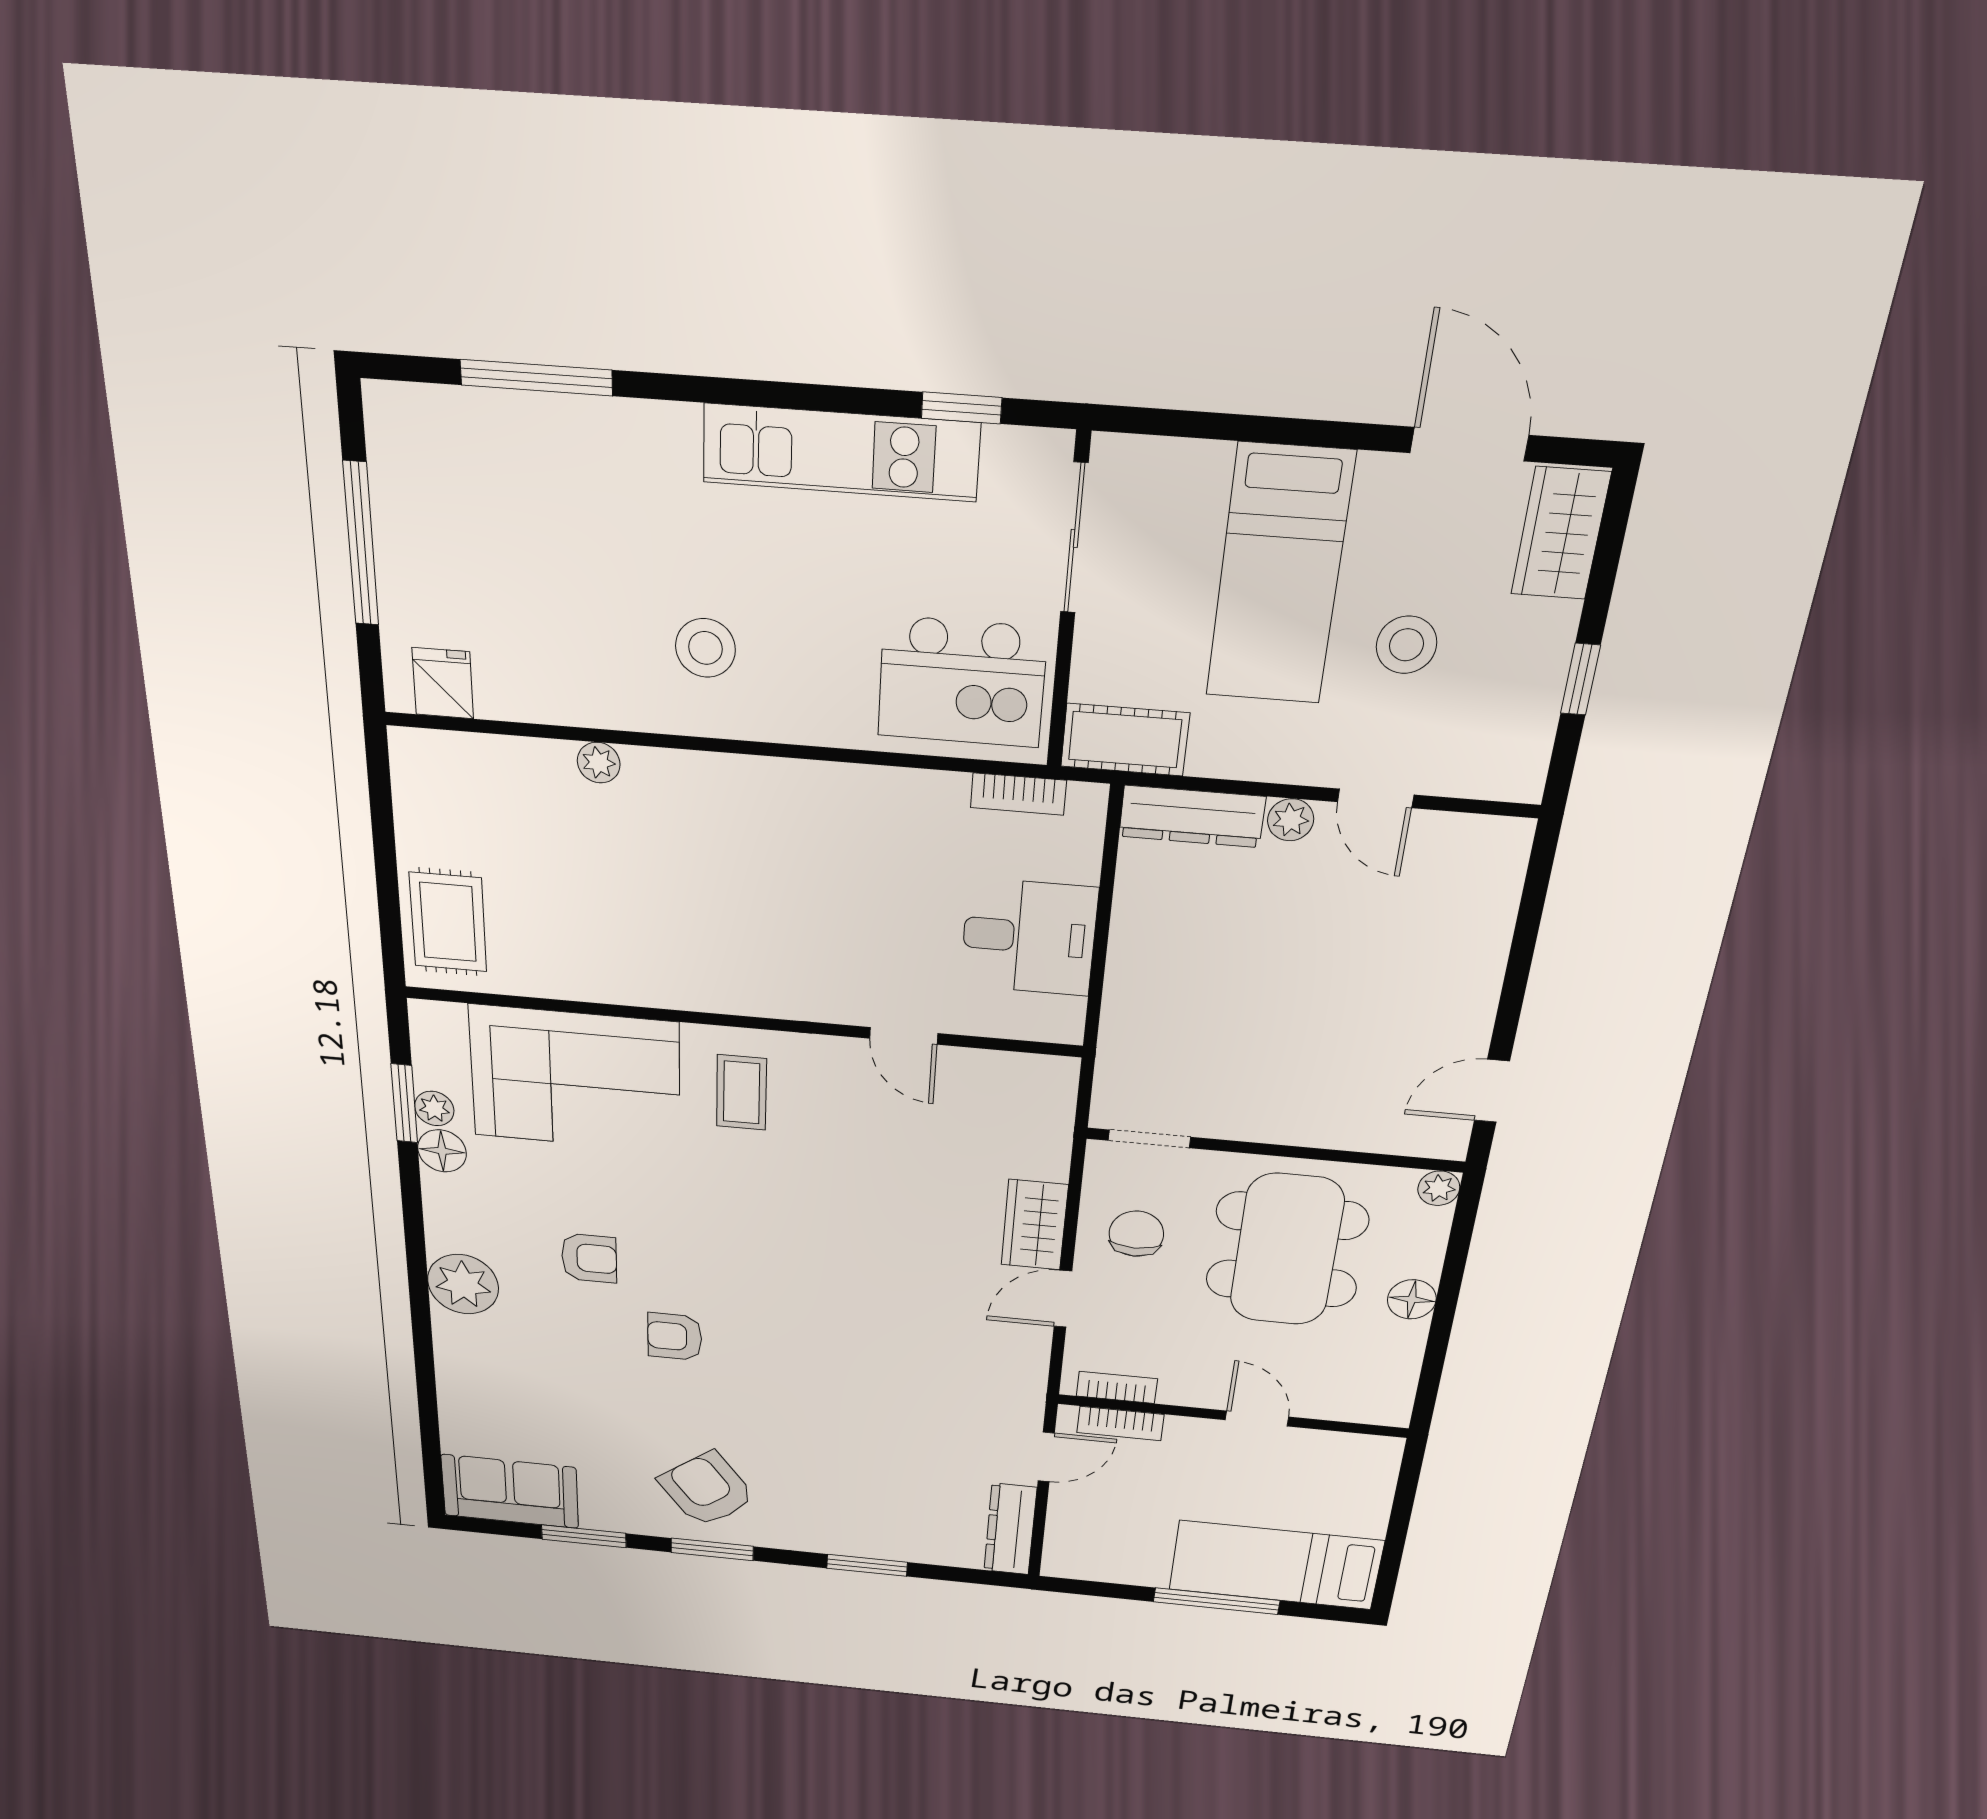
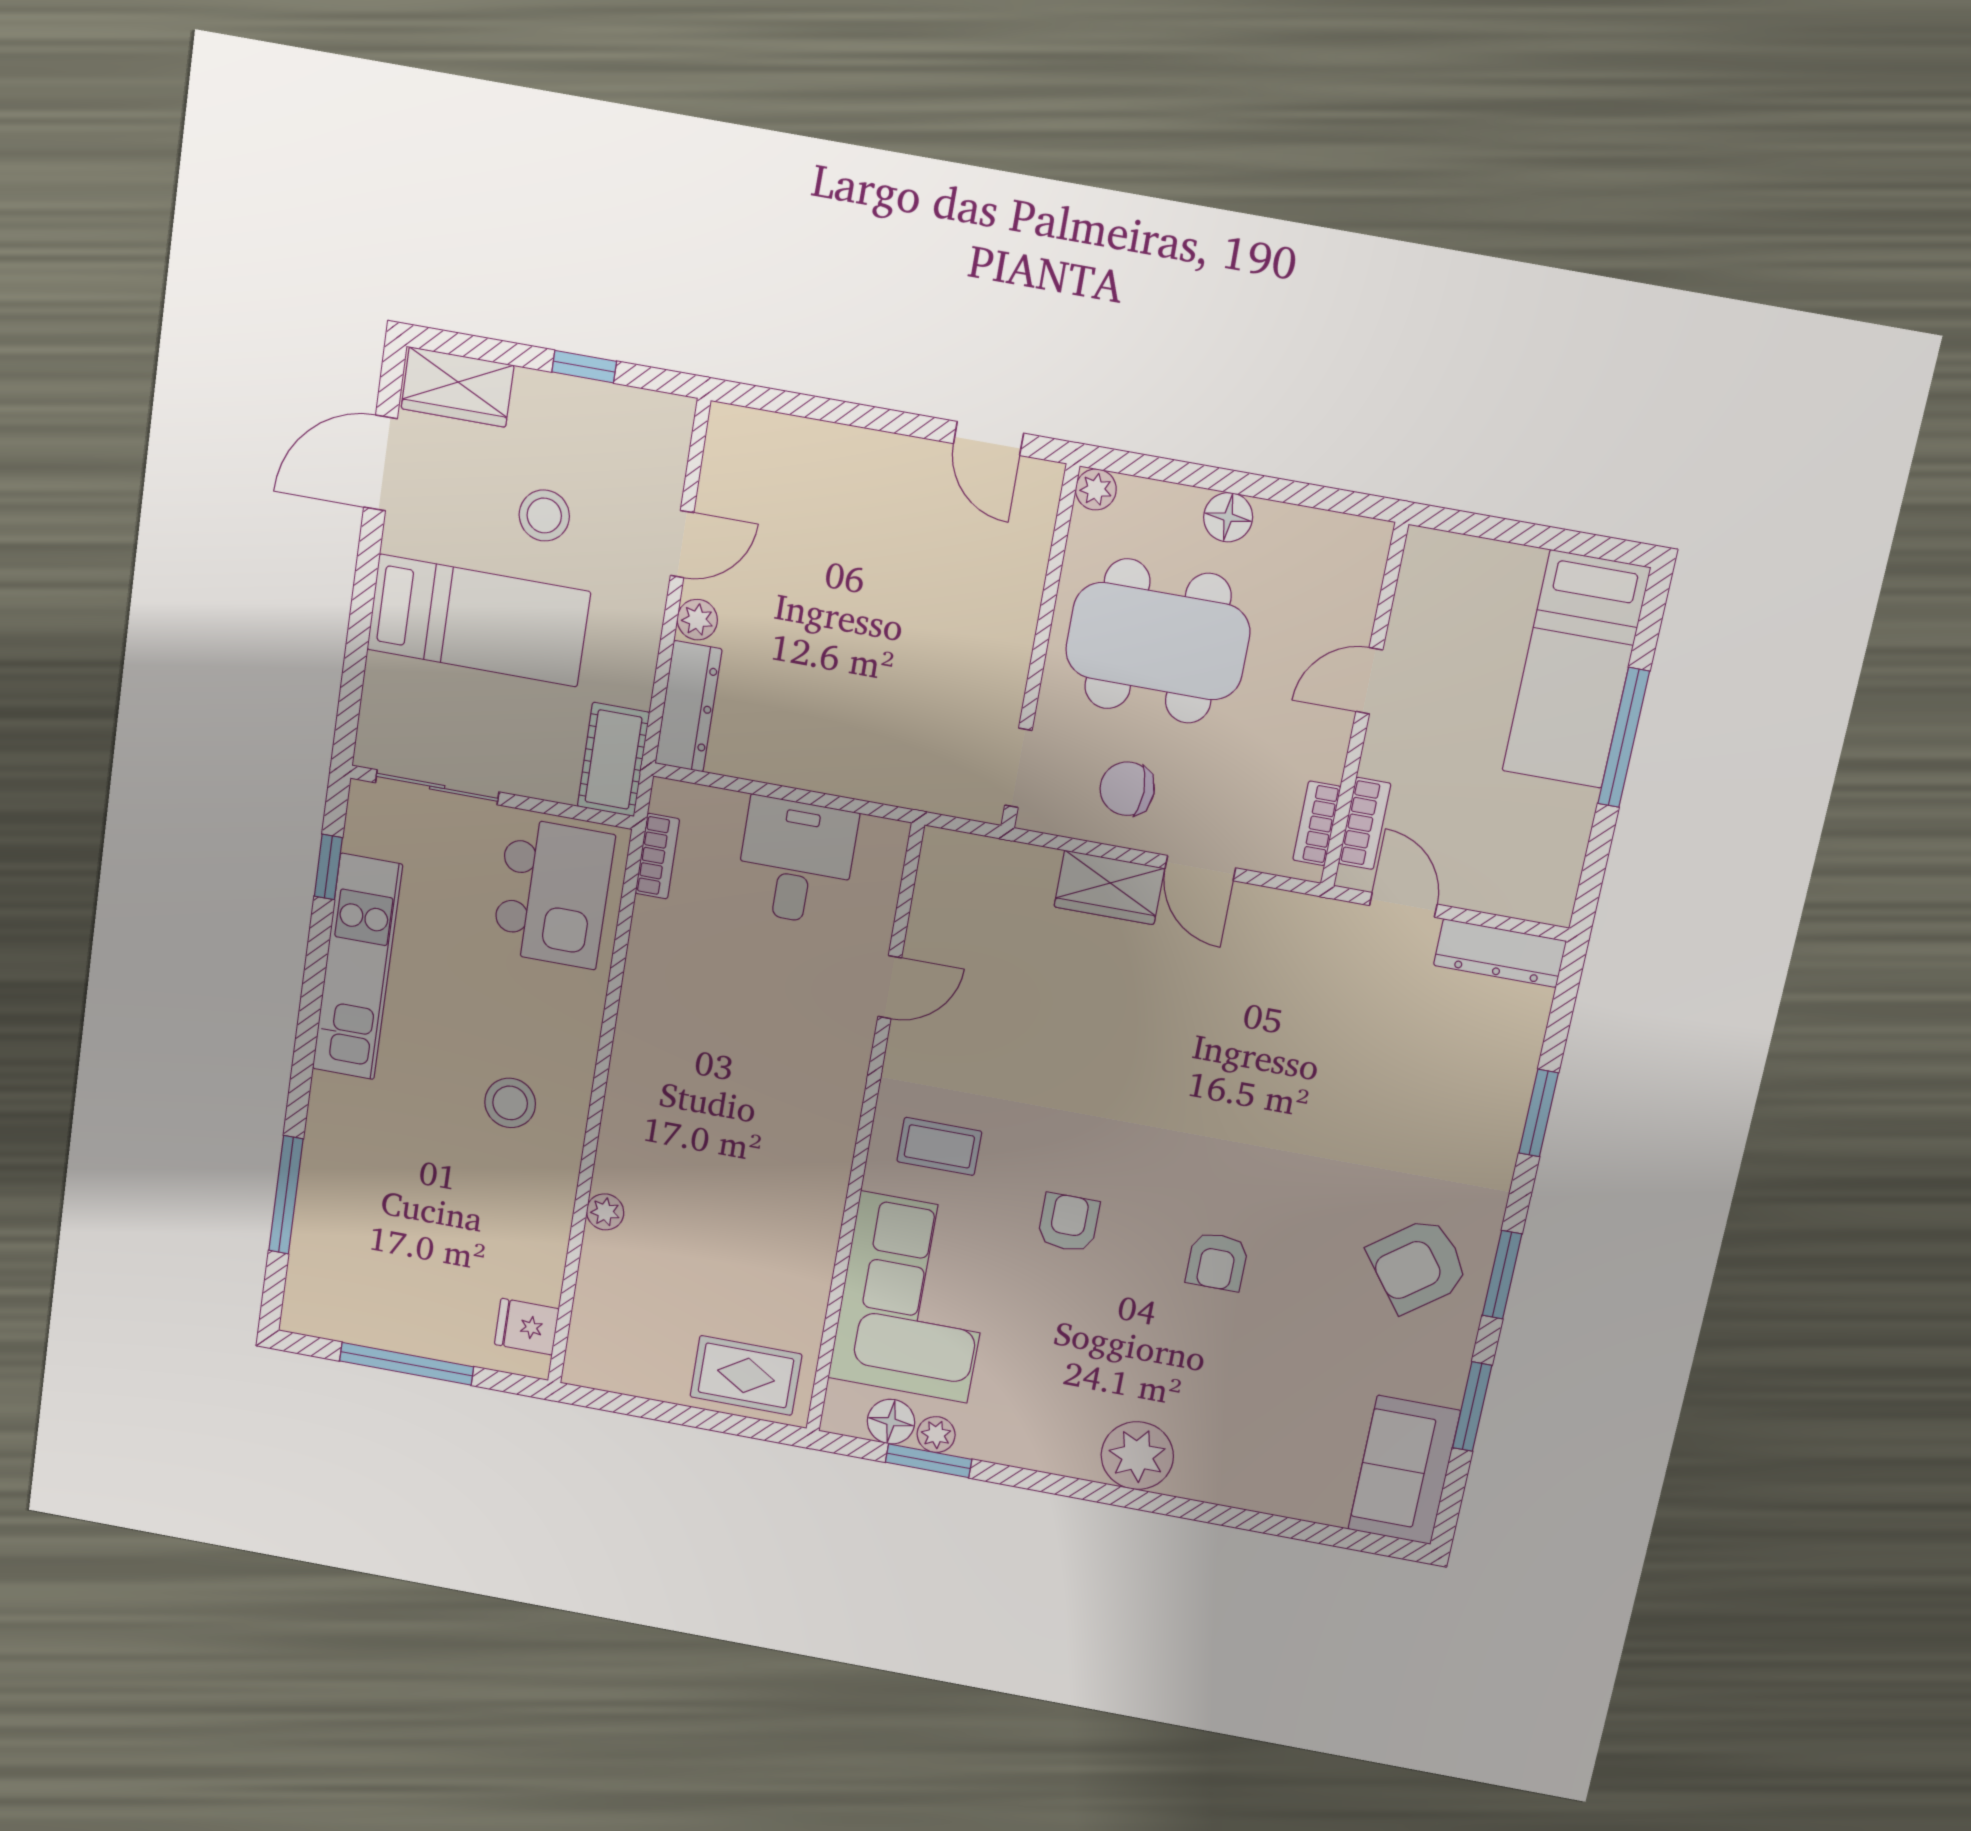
floor lamp: (442, 1151) -> (891, 1422), moved
armchair: (589, 1258) -> (1068, 1223), moved

